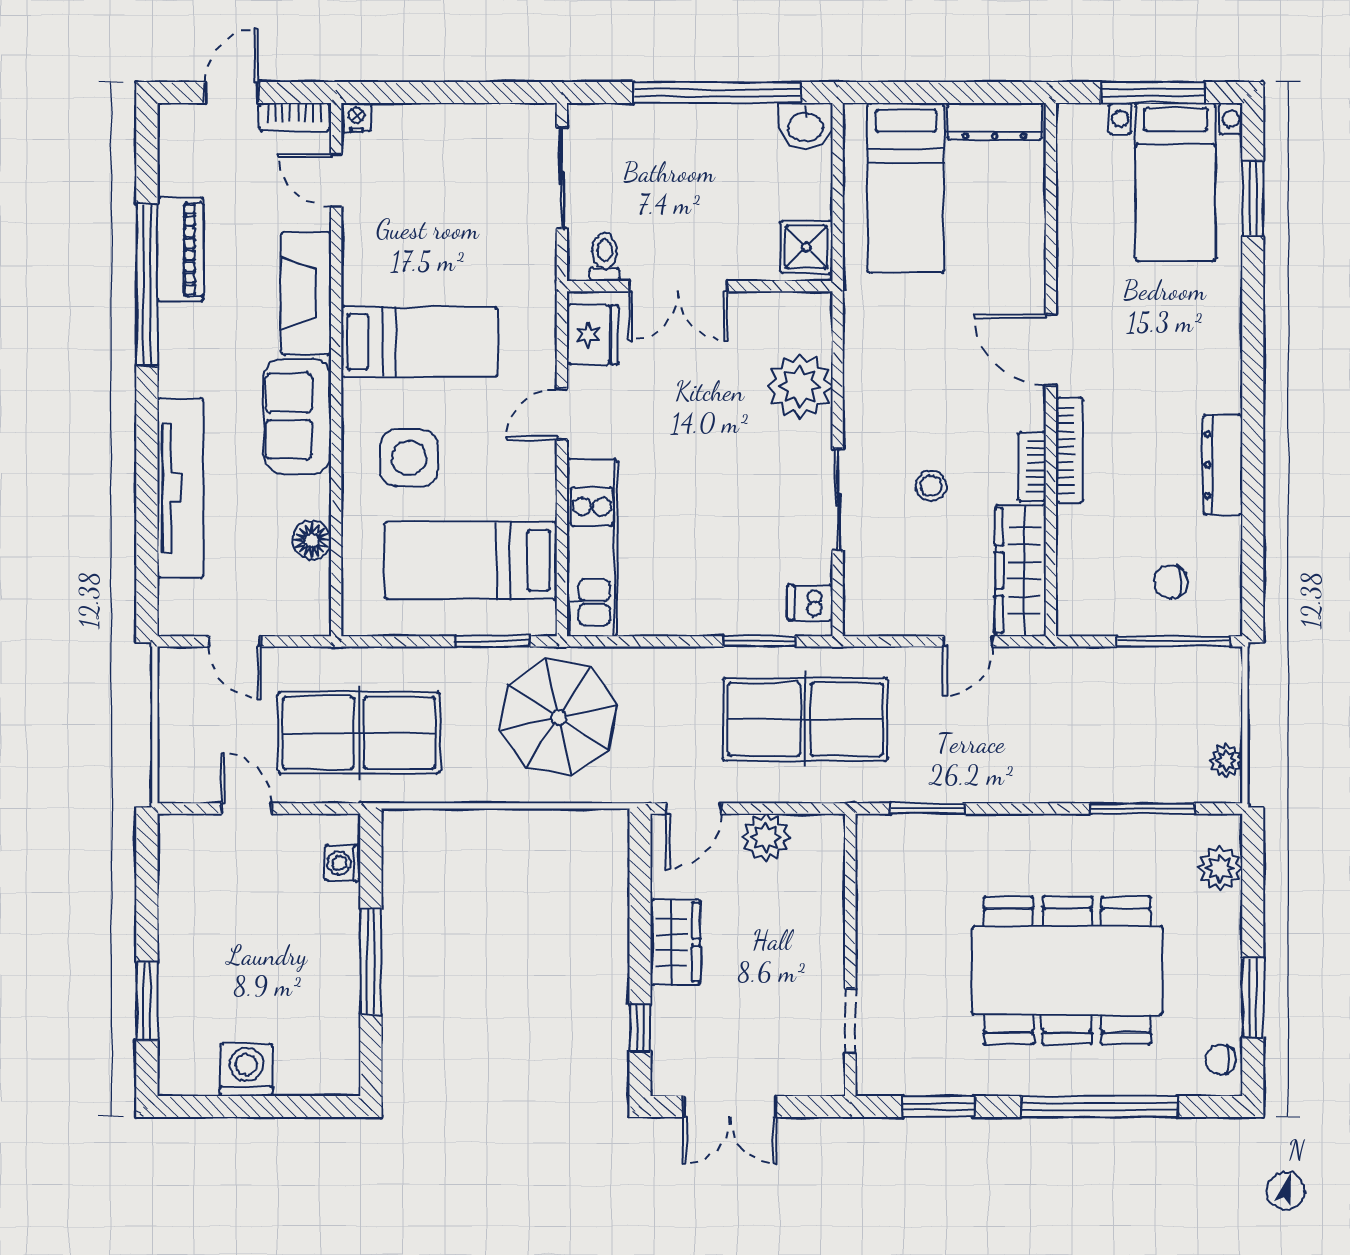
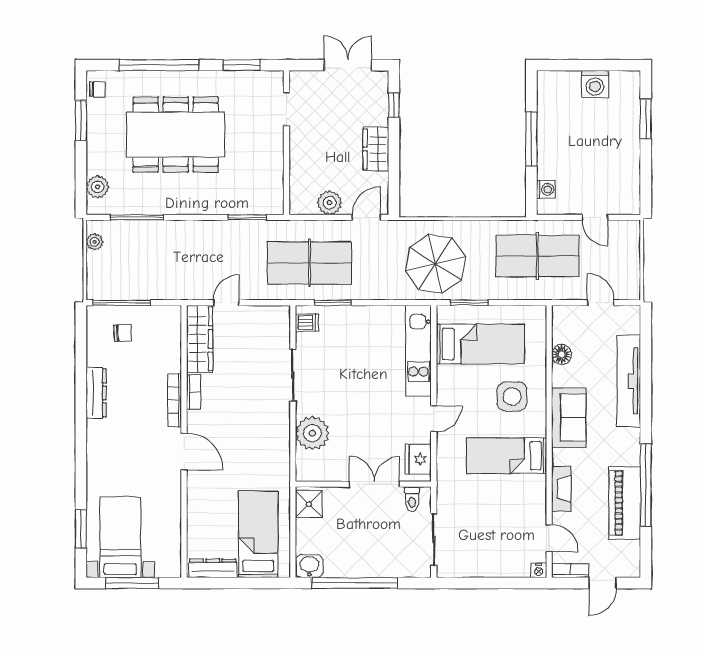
piano: (181, 249) -> (625, 503), width x1.37, depth x1.33
fireplace: (306, 294) -> (561, 489), width x0.73, depth x0.76
stool: (931, 486) -> (245, 382), removed

